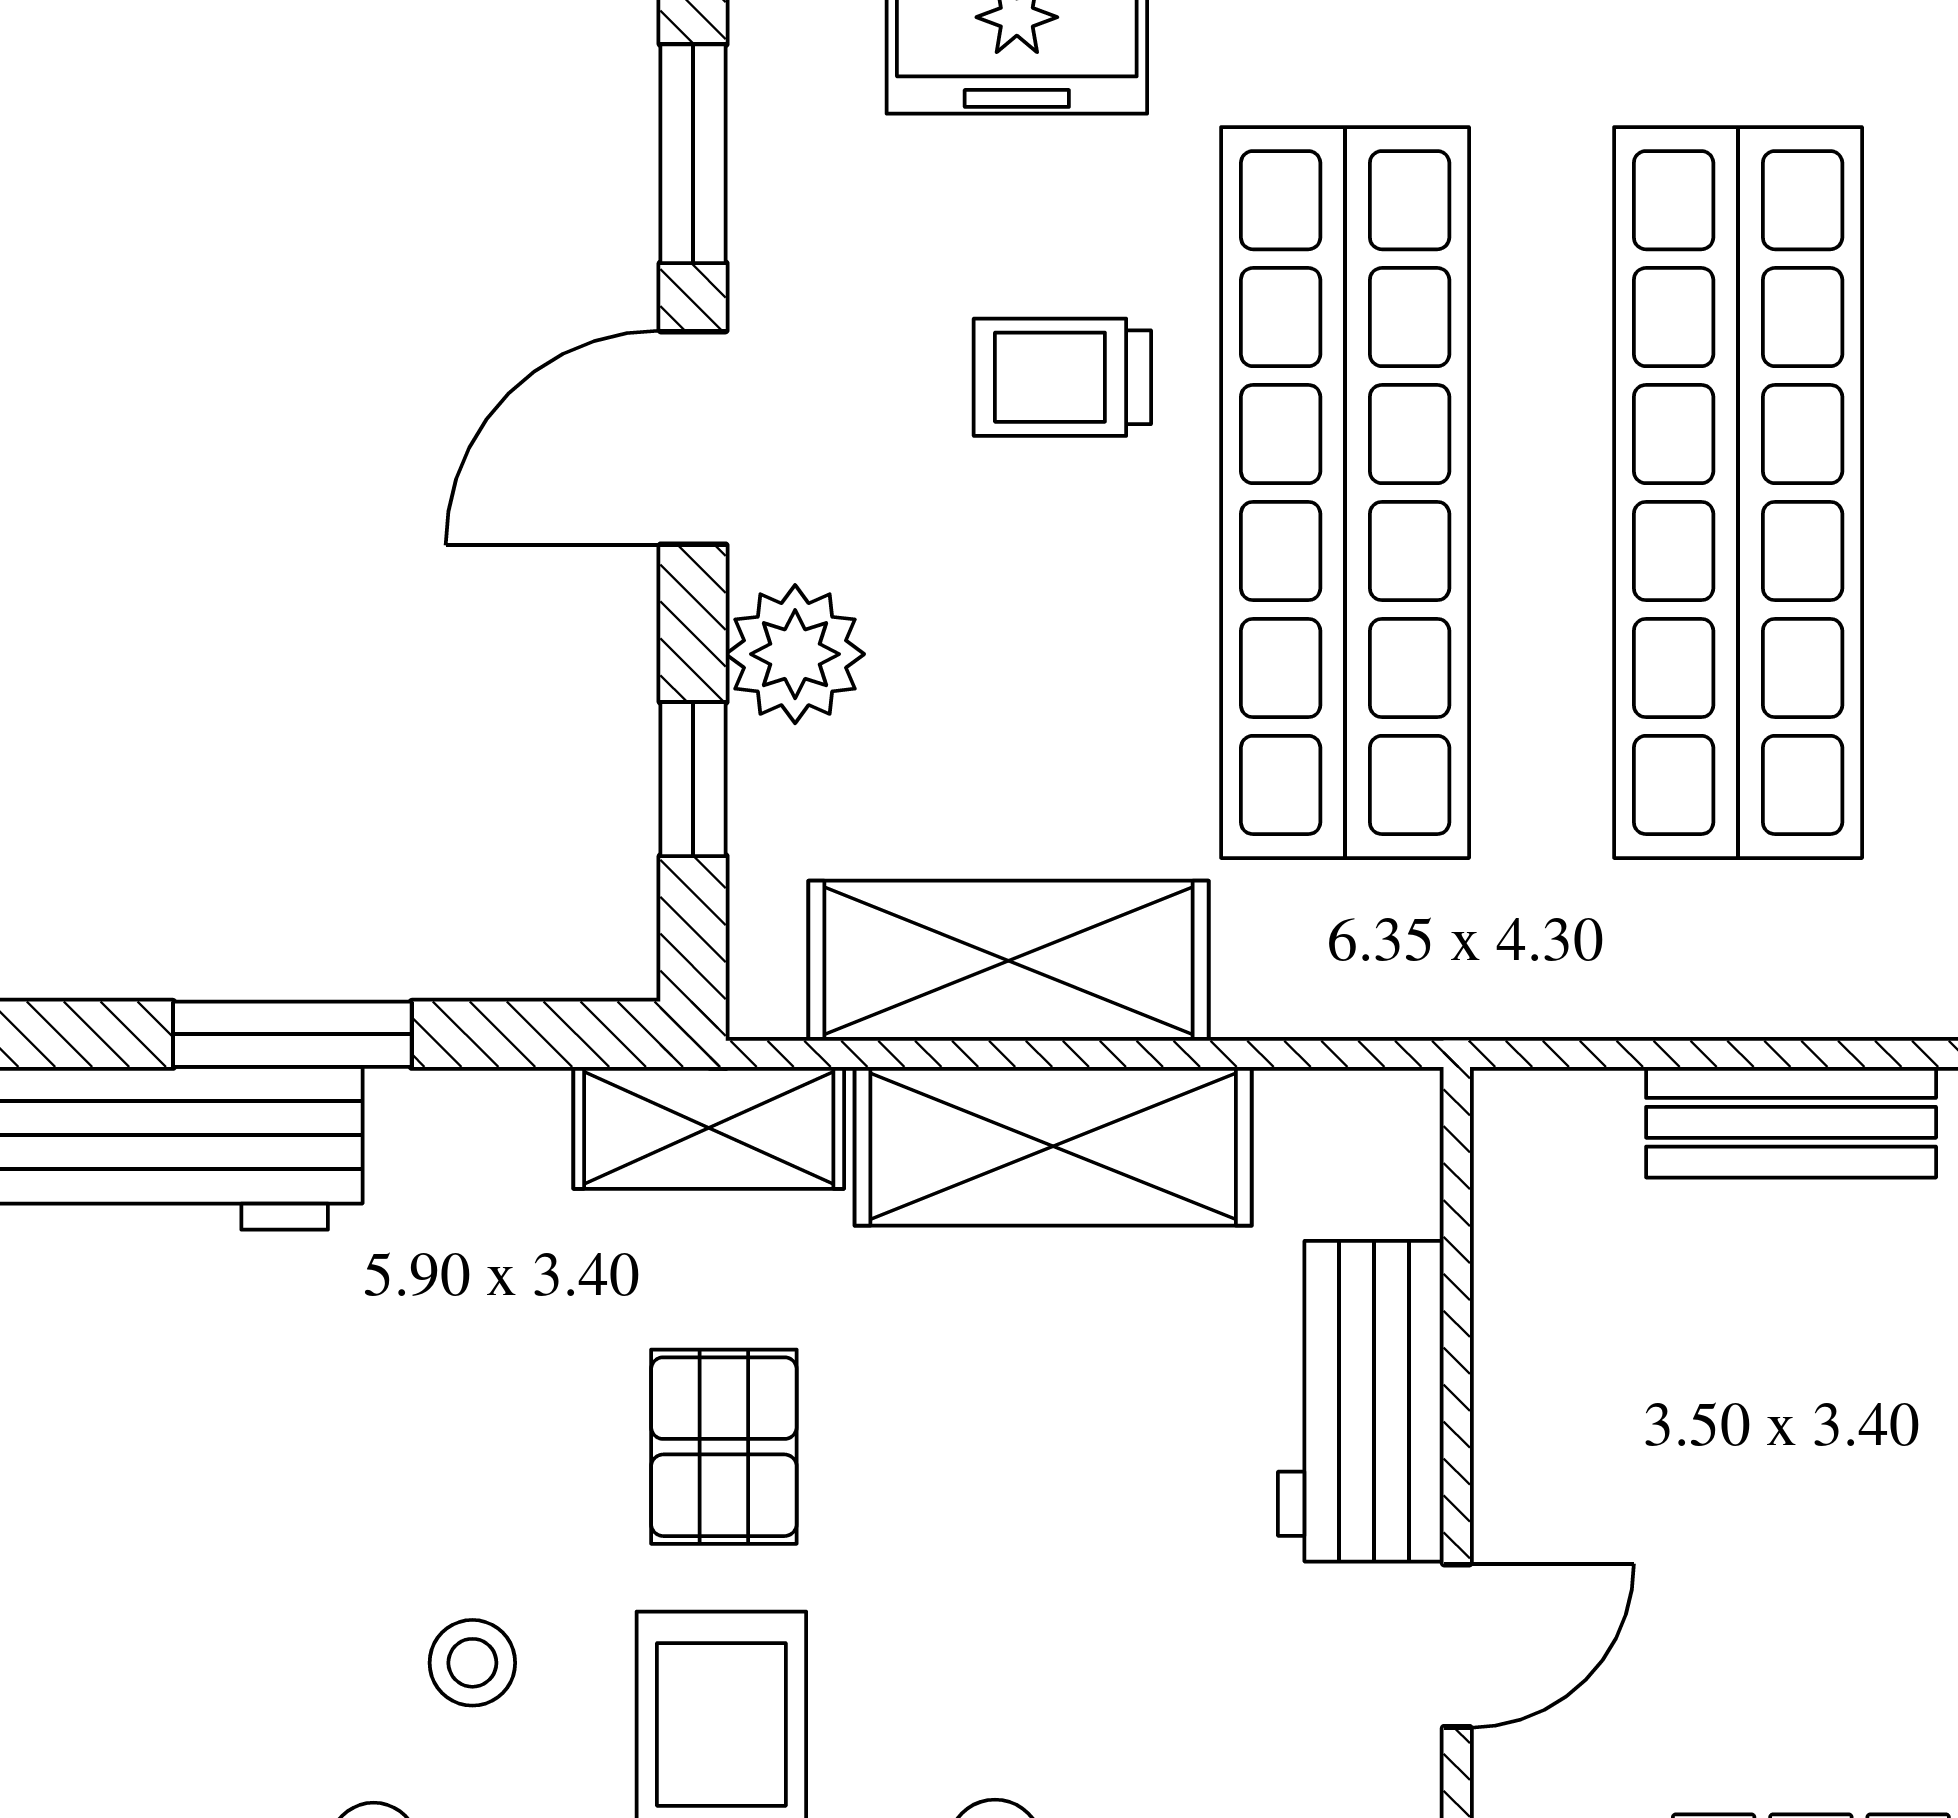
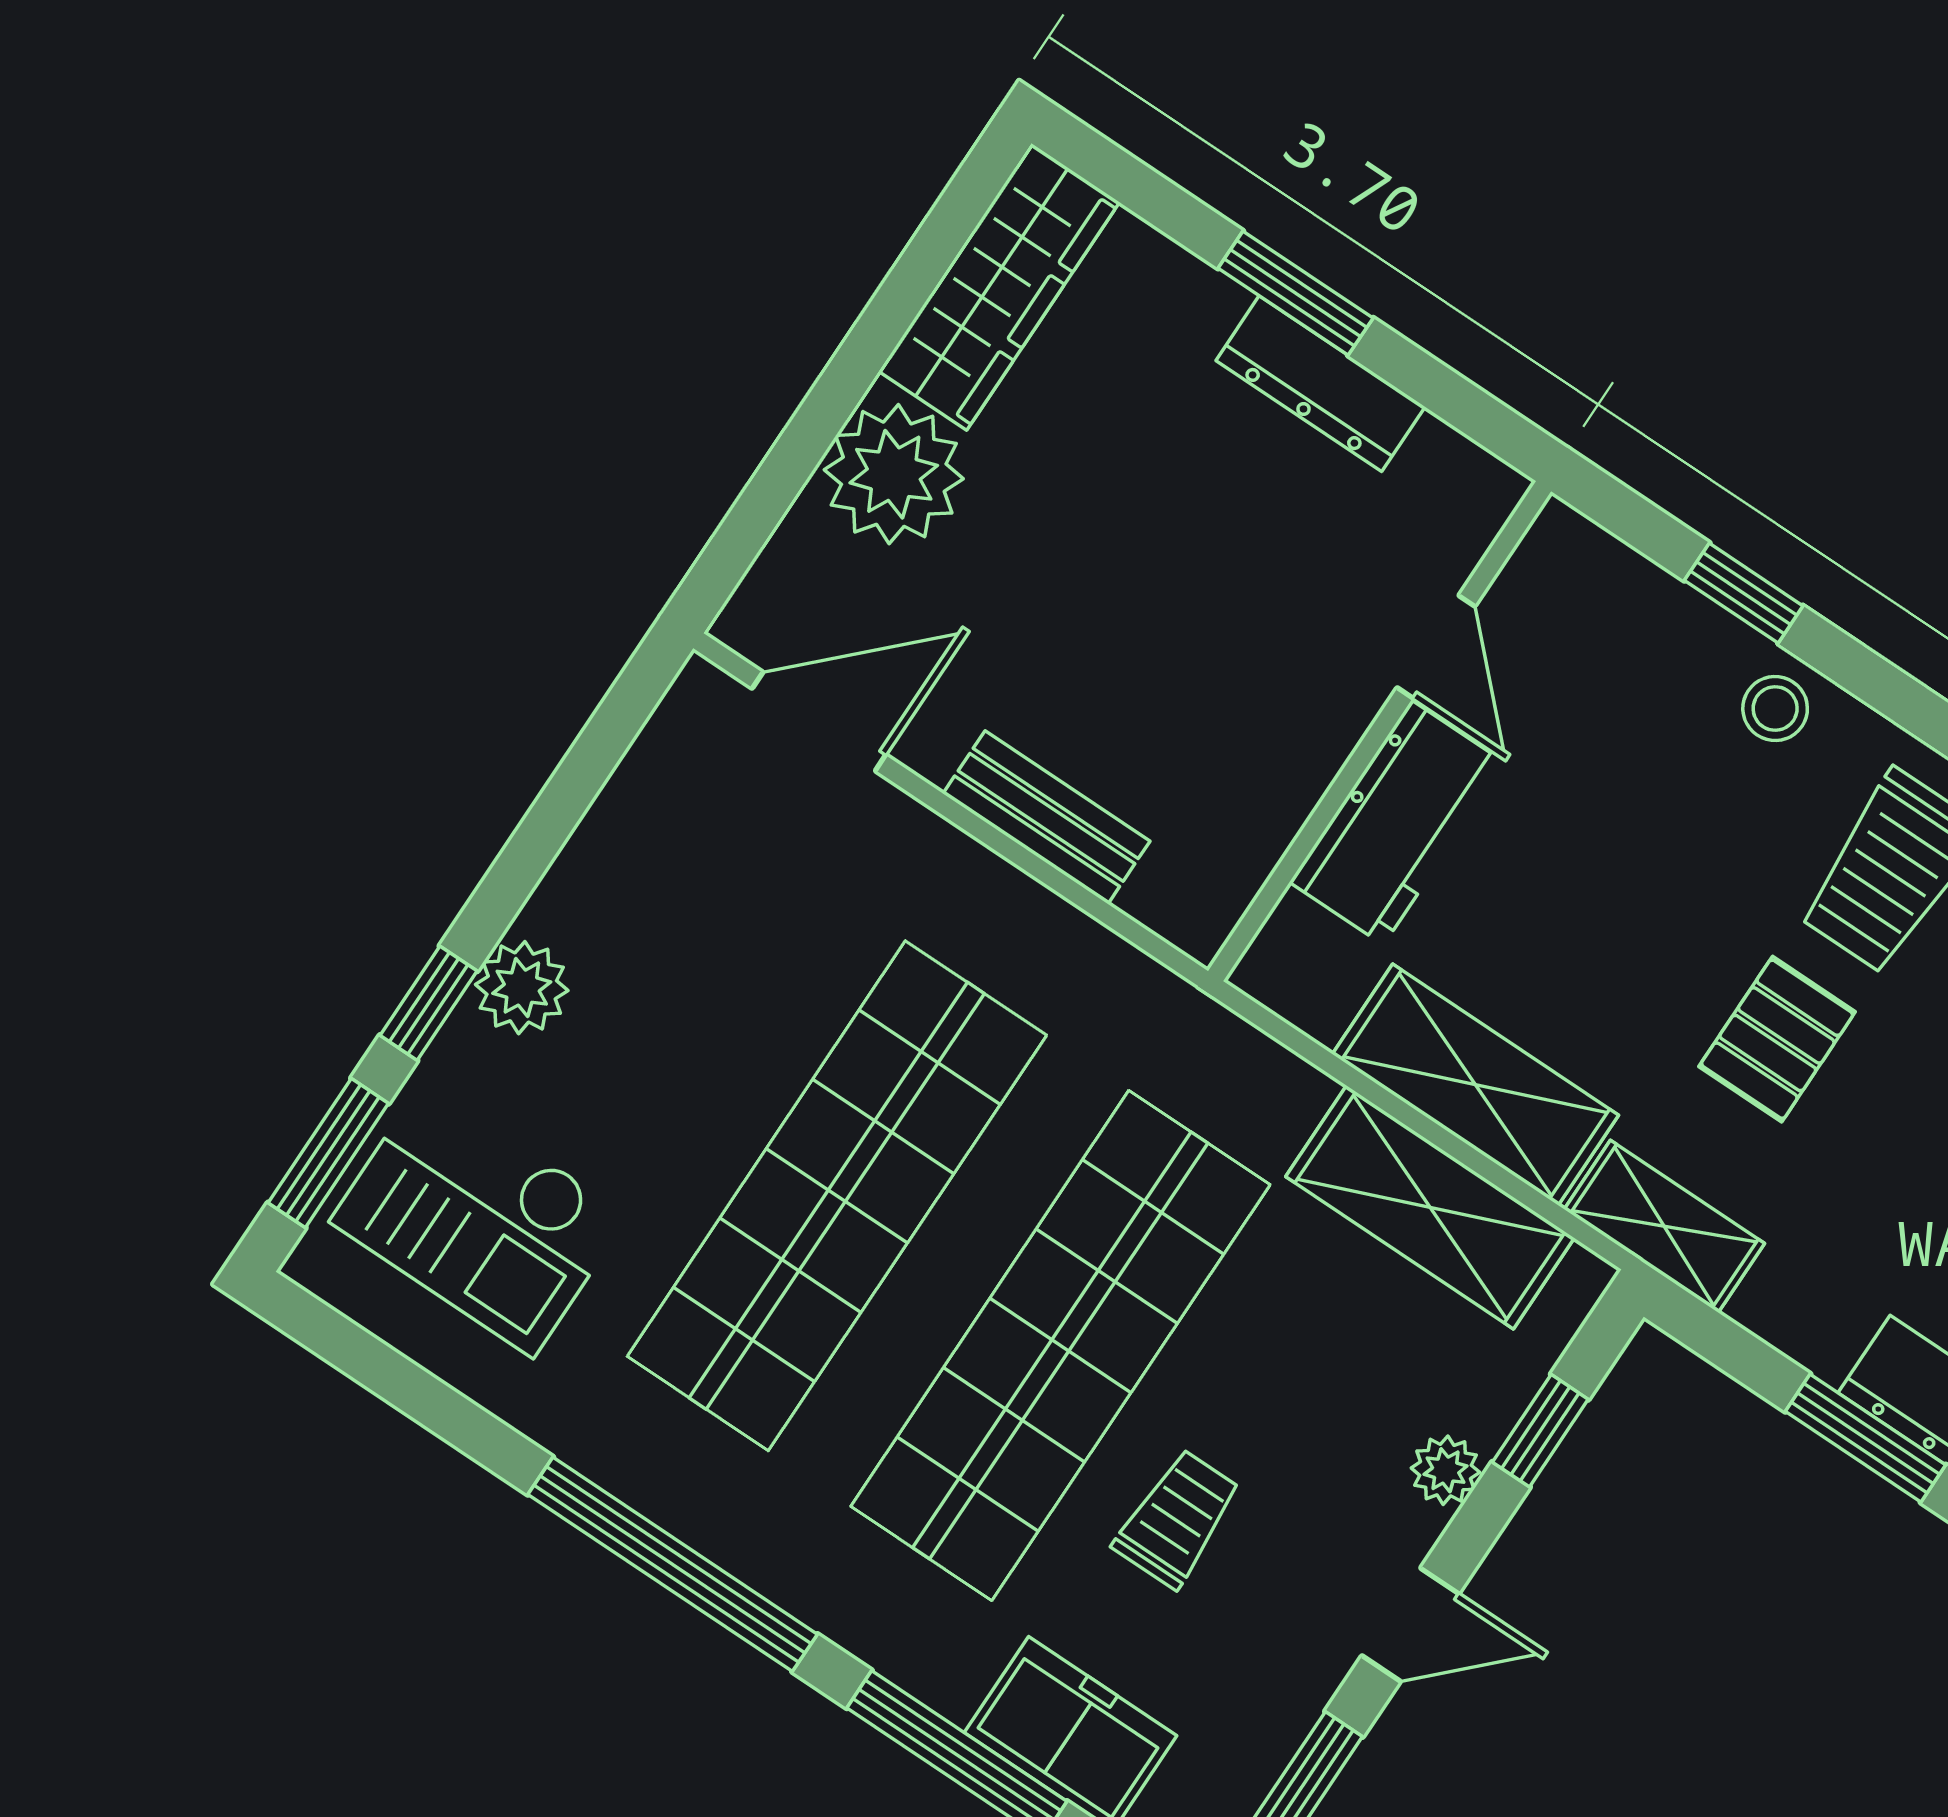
trolley: (1062, 377) -> (1177, 1519), turned -90
door: (693, 438) -> (1410, 1625), width x0.73
plant: (795, 654) -> (1446, 1470), width x0.73, depth x0.73
door: (1457, 1646) -> (1436, 647), swing flipped

